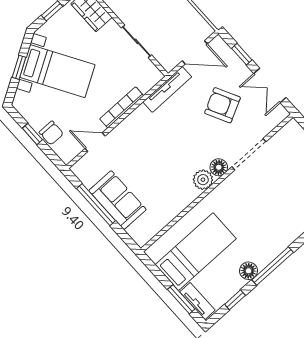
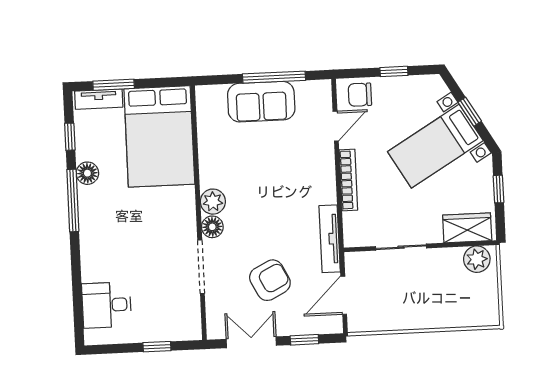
chair: (51, 133) -> (360, 95), moved
bed: (196, 252) -> (159, 136), width x1.50

